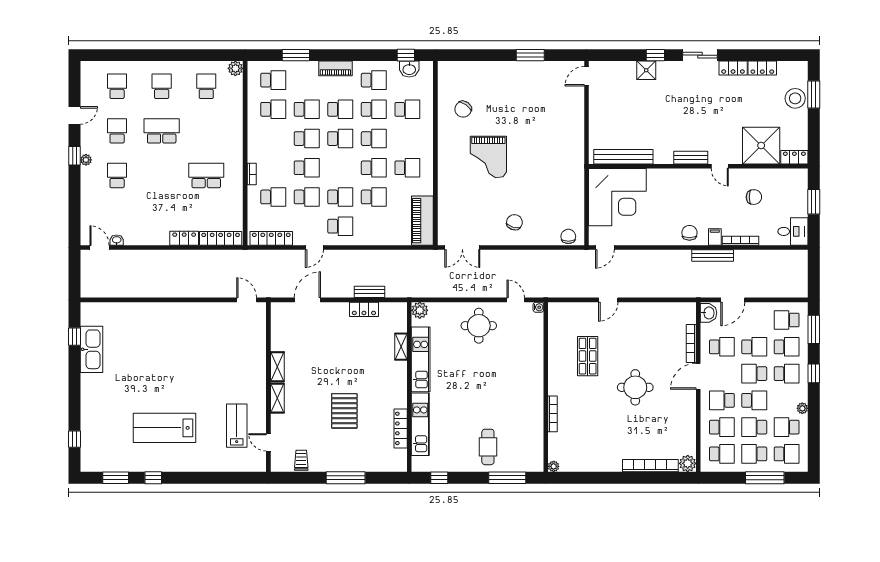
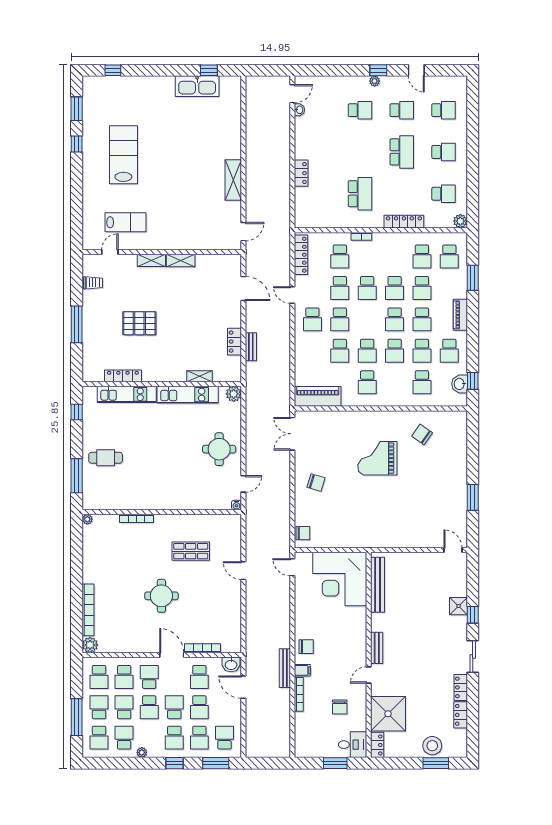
desk: (793, 231) -> (353, 745), moved, turned -90
locker: (221, 238) -> (404, 222), moved, turned -90
shelving: (192, 311) -> (233, 180), added

